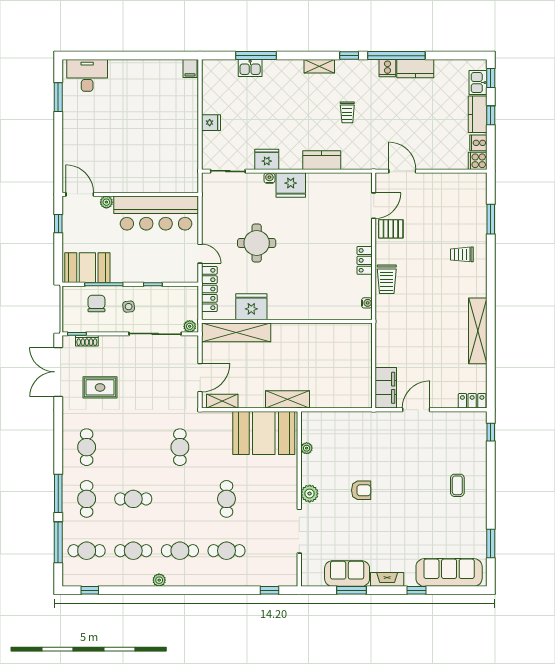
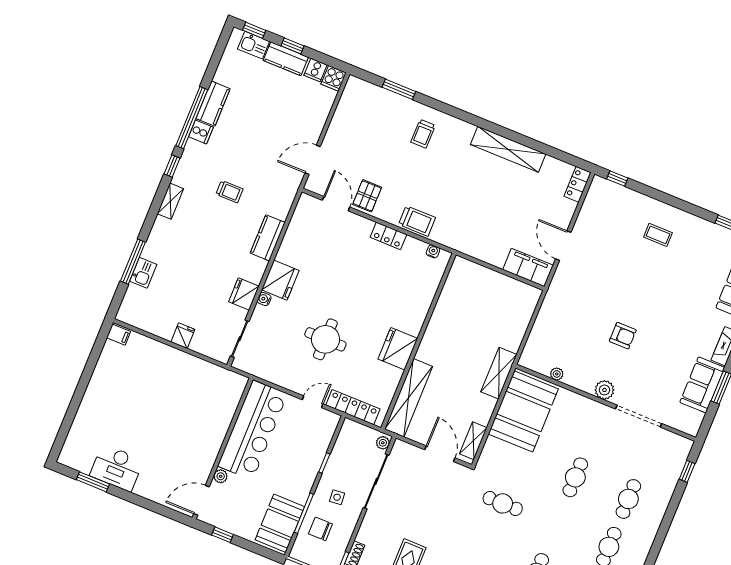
desk: (87, 75) -> (117, 468), moved, turned -90
fridge: (251, 307) -> (398, 349), moved
armchair: (361, 490) -> (623, 336), turned 90
cafe table: (227, 499) -> (575, 477), turned 90

